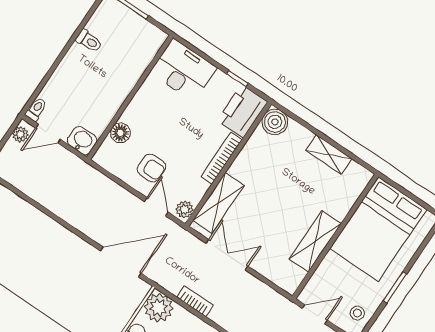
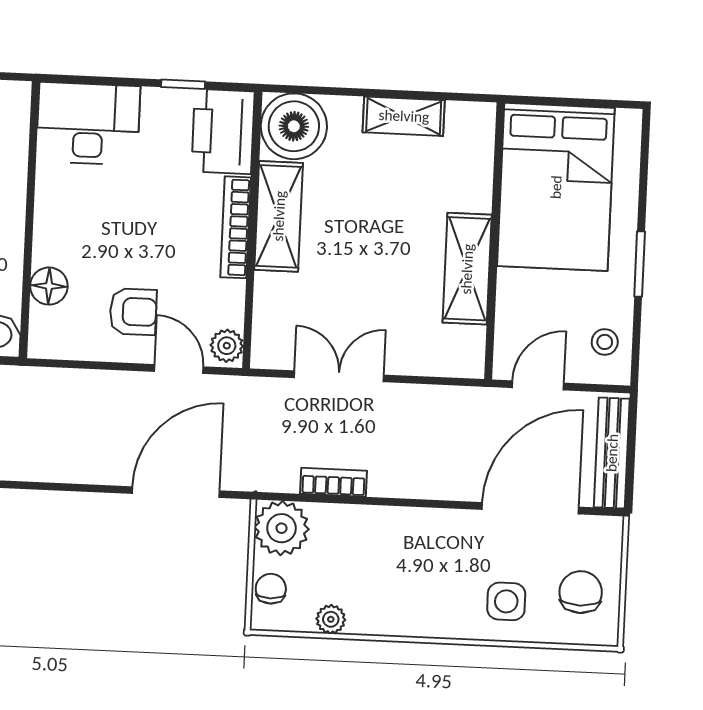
boiler: (275, 122) -> (294, 126), width x1.37, depth x1.37
shelving: (219, 203) -> (279, 216), moved

